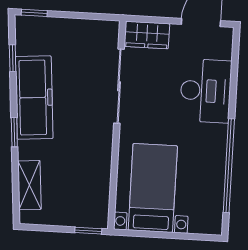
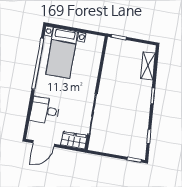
desk: (206, 91) -> (45, 111), width x0.73
freezer: (34, 98) -> (140, 113), removed
bed with nightstands: (153, 188) -> (62, 53), moved

